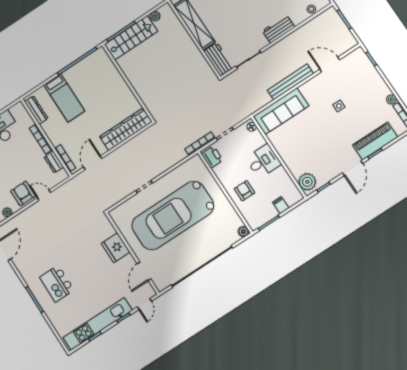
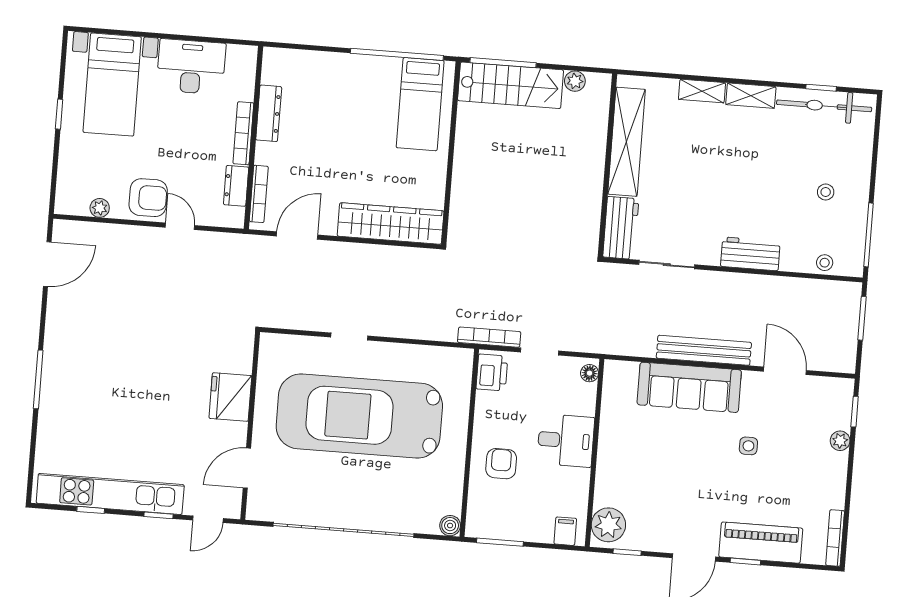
bed: (64, 98) -> (420, 104), moved
plant: (391, 99) -> (840, 441), moved
dresser: (36, 110) -> (269, 113), moved
sofa: (281, 111) -> (689, 387), moved
armchair: (23, 193) -> (148, 198), turned 90
filing cabinet: (281, 205) -> (565, 531), moved
kitchen island: (57, 284) -> (93, 382), removed

